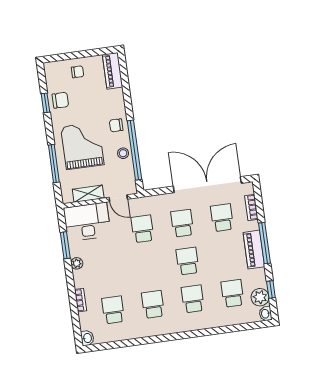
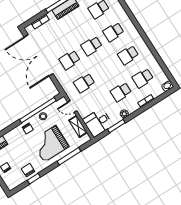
door: (118, 198) -> (72, 107), swing flipped
school desk: (222, 218) -> (121, 92), moved
desk: (87, 222) -> (98, 123), width x0.73

